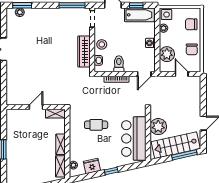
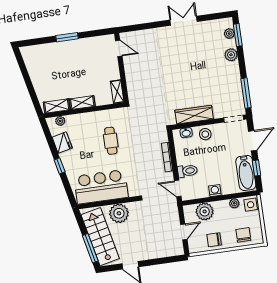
plant: (38, 13) -> (231, 55), added
toilet: (119, 64) -> (187, 171), moved
door: (36, 107) -> (119, 48), moved

